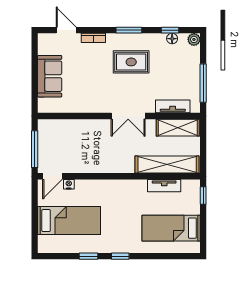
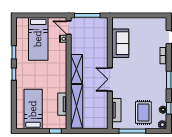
rug: (131, 62) -> (143, 113), moved
sofa: (50, 76) -> (120, 43), moved, turned -90
shelving: (178, 128) -> (77, 69), moved

